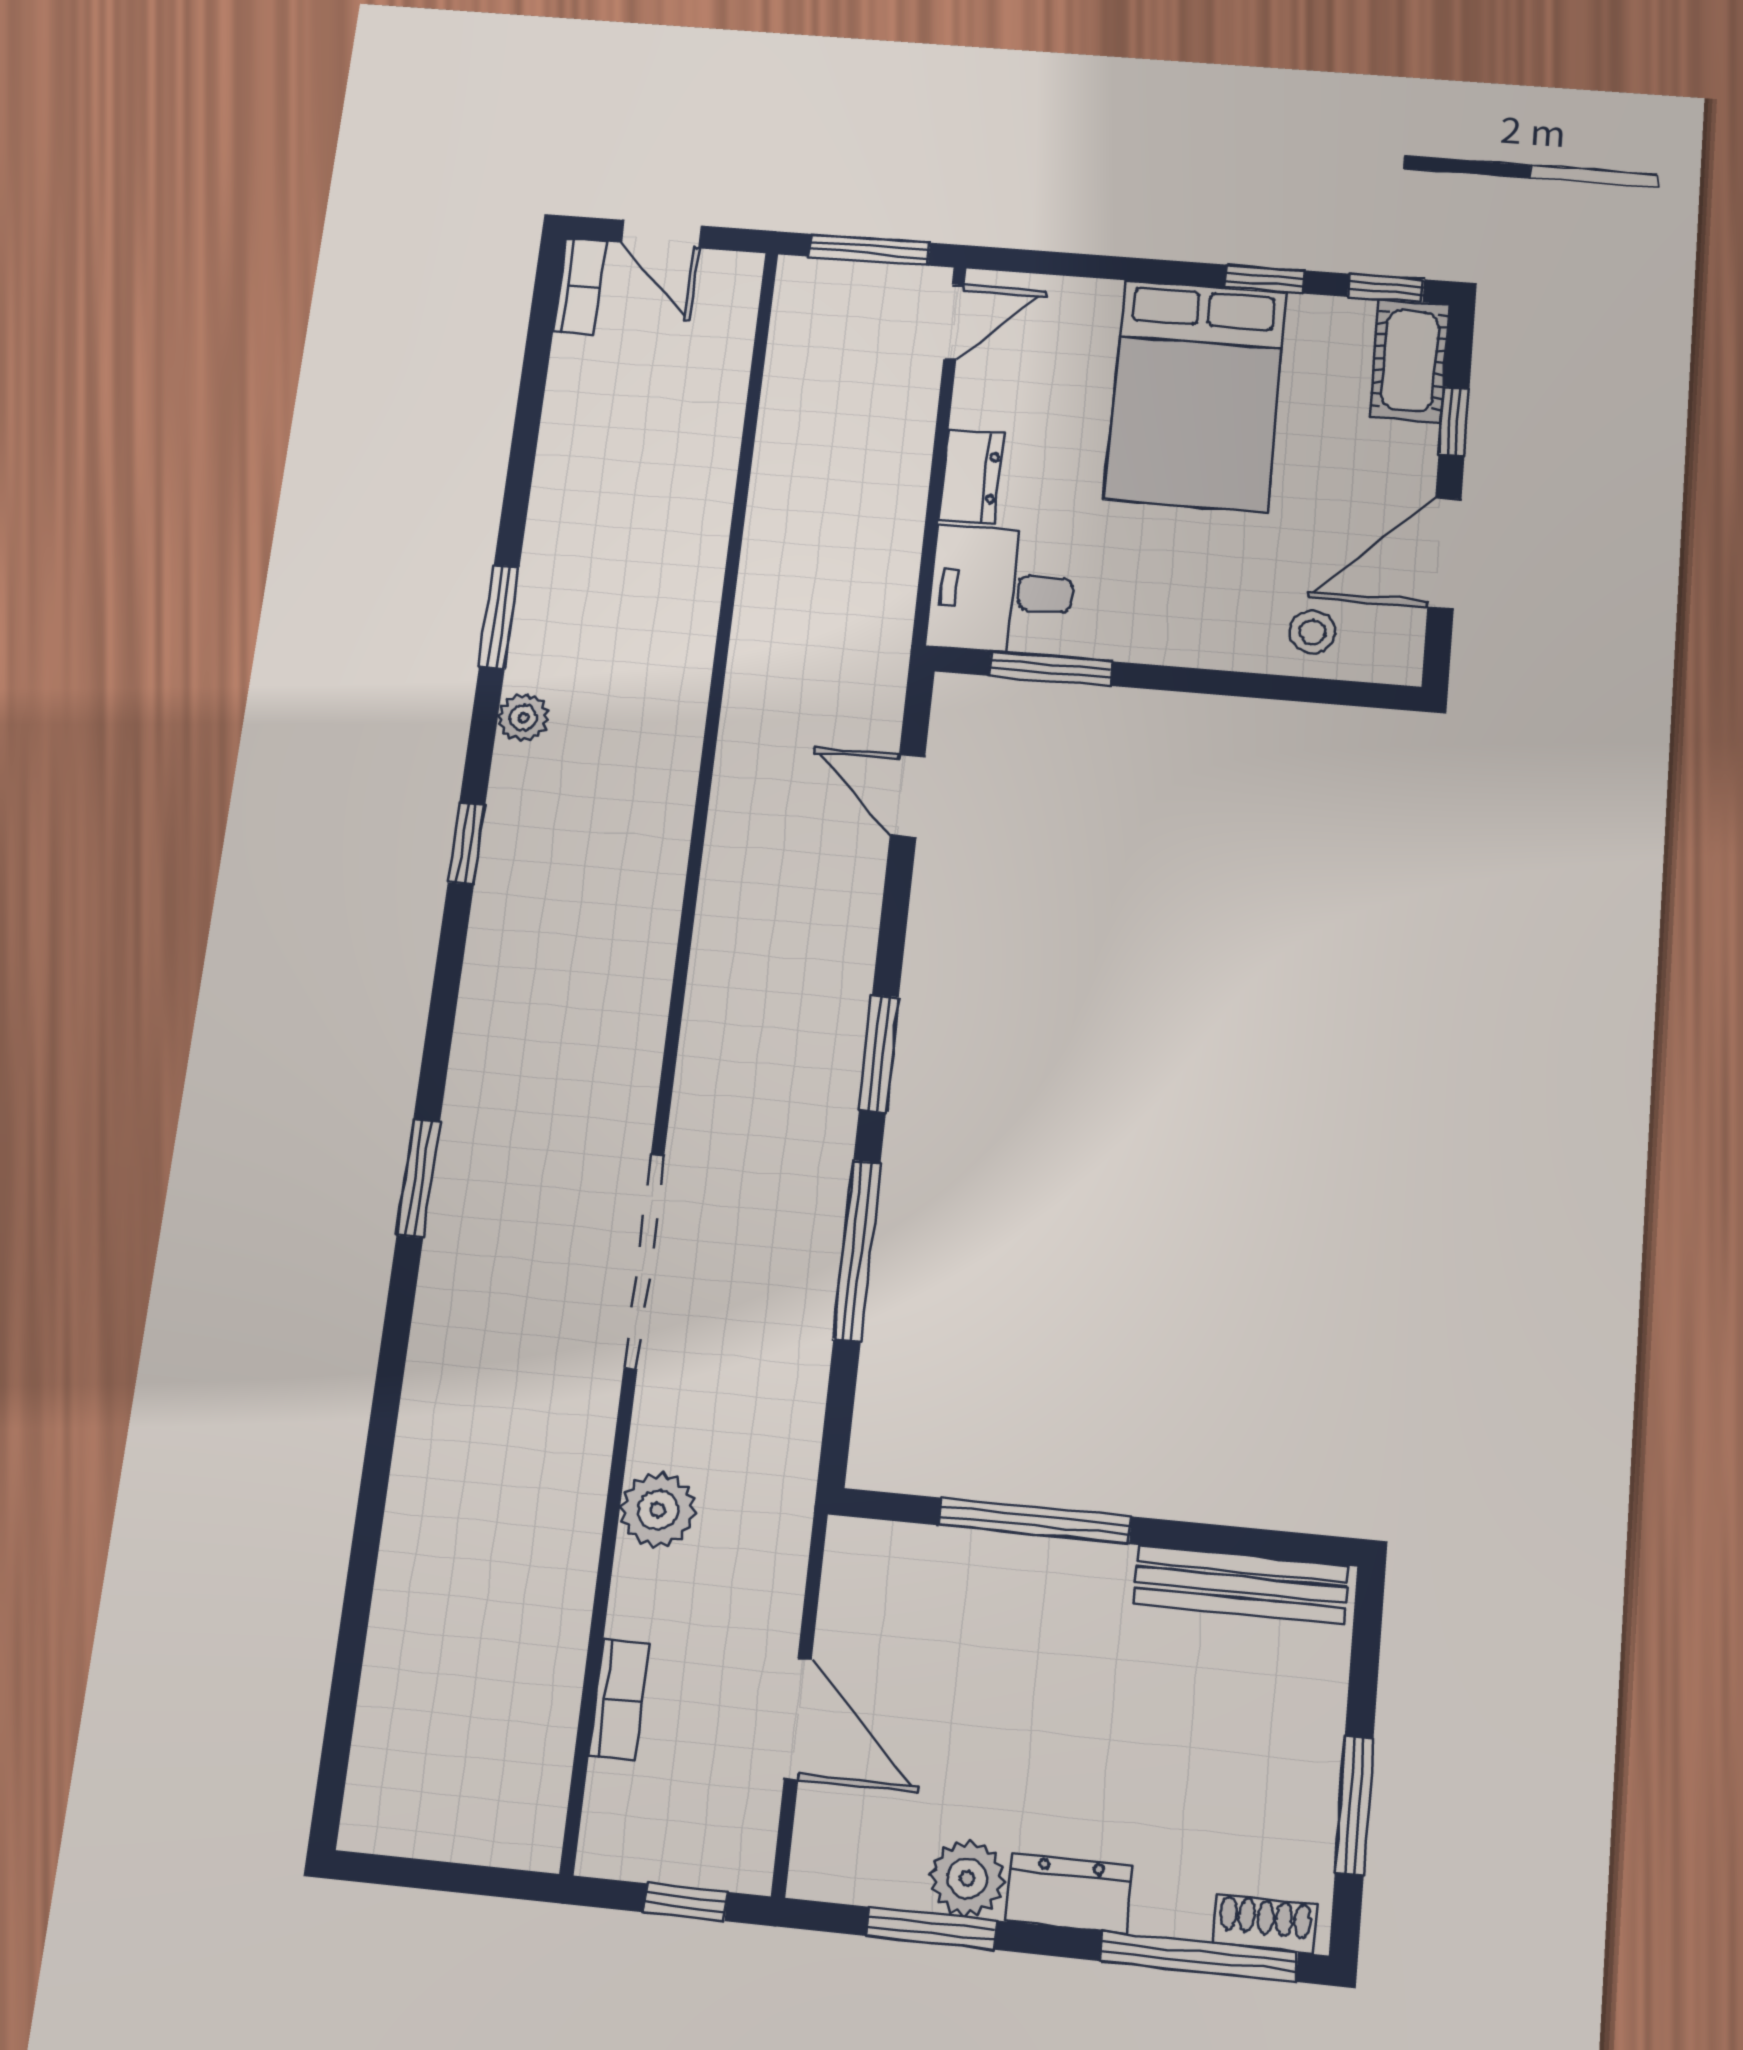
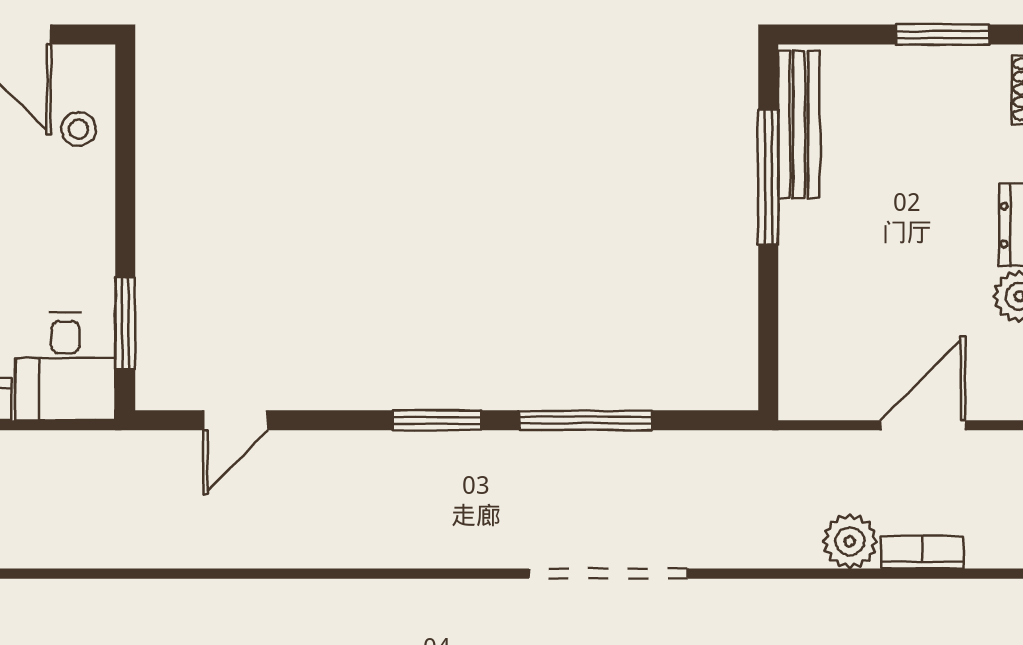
plant: (658, 1510) -> (850, 541), moved
window: (1035, 1521) -> (768, 177), moved

